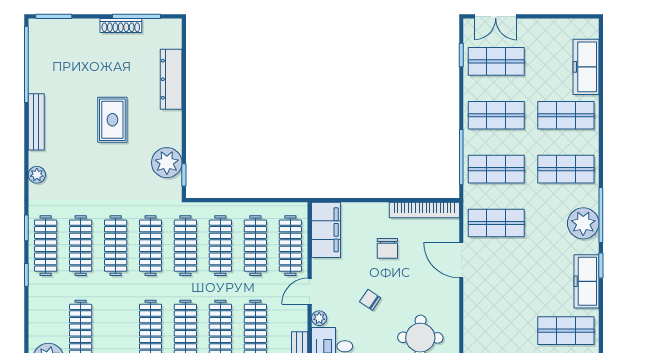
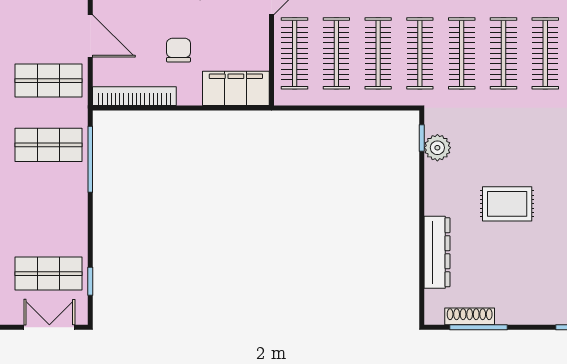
shoe rack: (121, 26) -> (470, 316), moved
shop shelf: (496, 115) -> (49, 209), removed
rug: (112, 120) -> (507, 204), turned 90
plant: (167, 163) -> (437, 148), width x0.73, depth x0.73
filing cabinet: (326, 230) -> (236, 88), moved, turned 90

